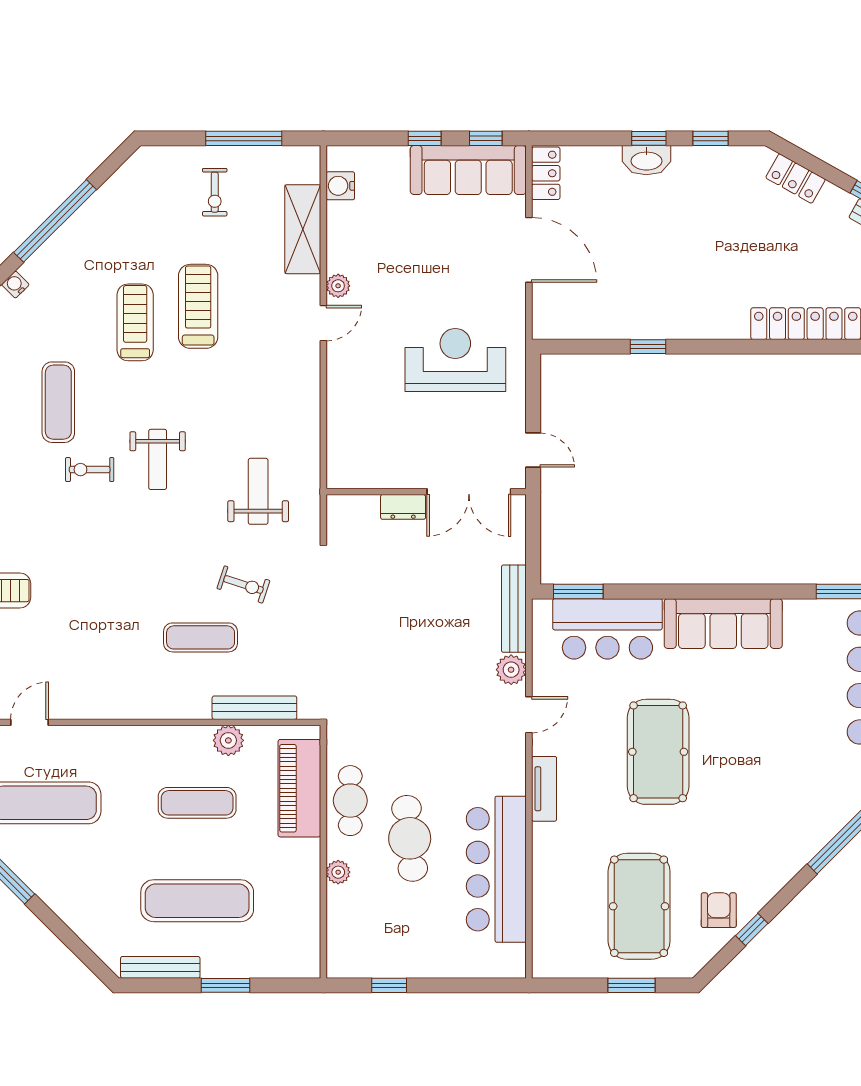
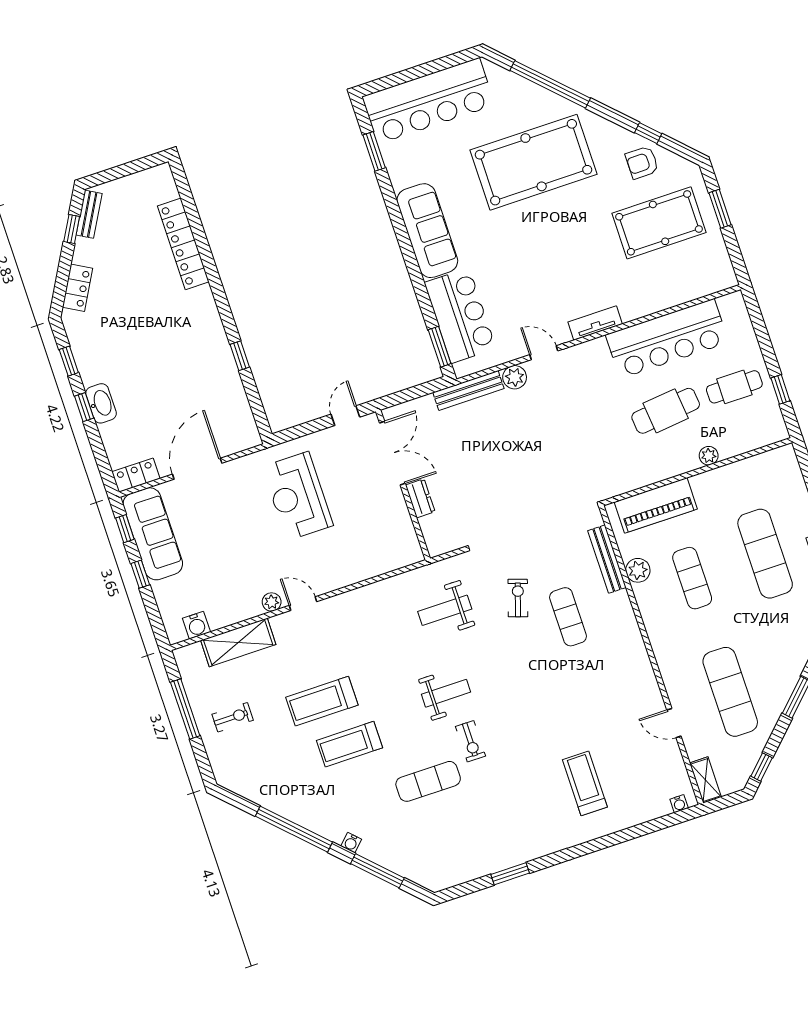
pool table: (658, 752) -> (534, 162), moved, width x1.36, depth x1.32
cafe table: (350, 801) -> (734, 387), moved

